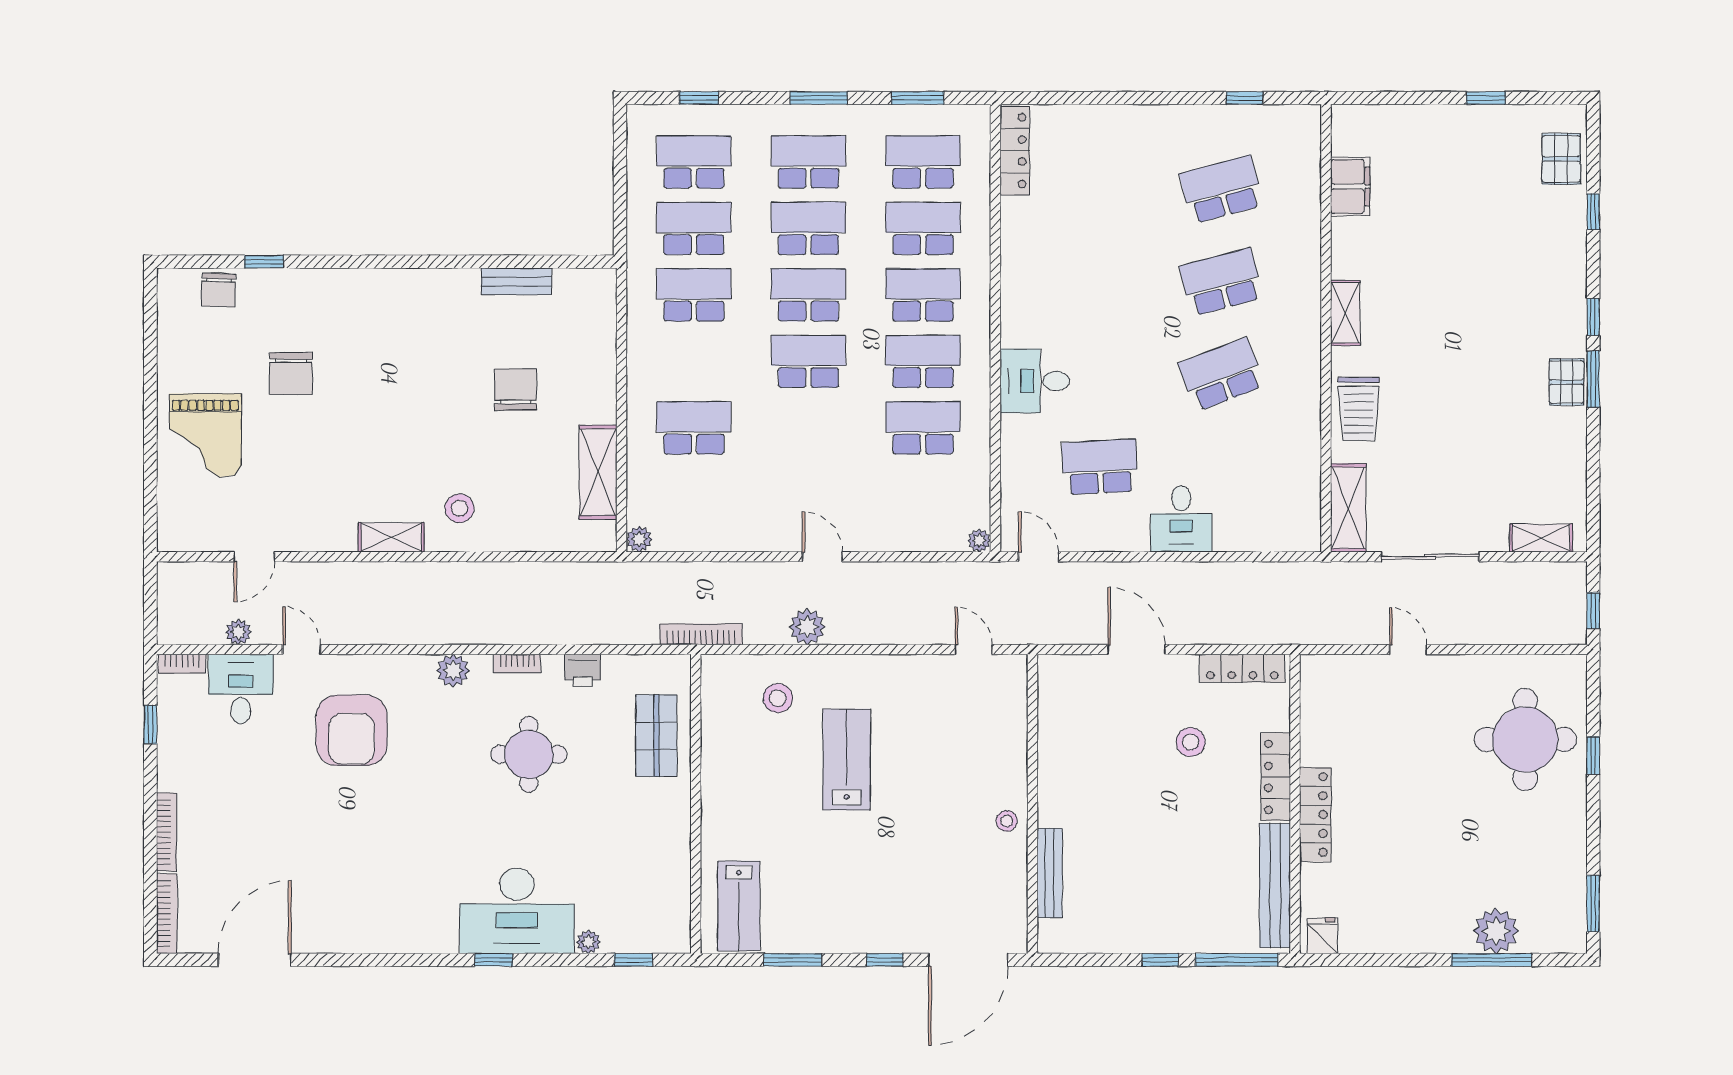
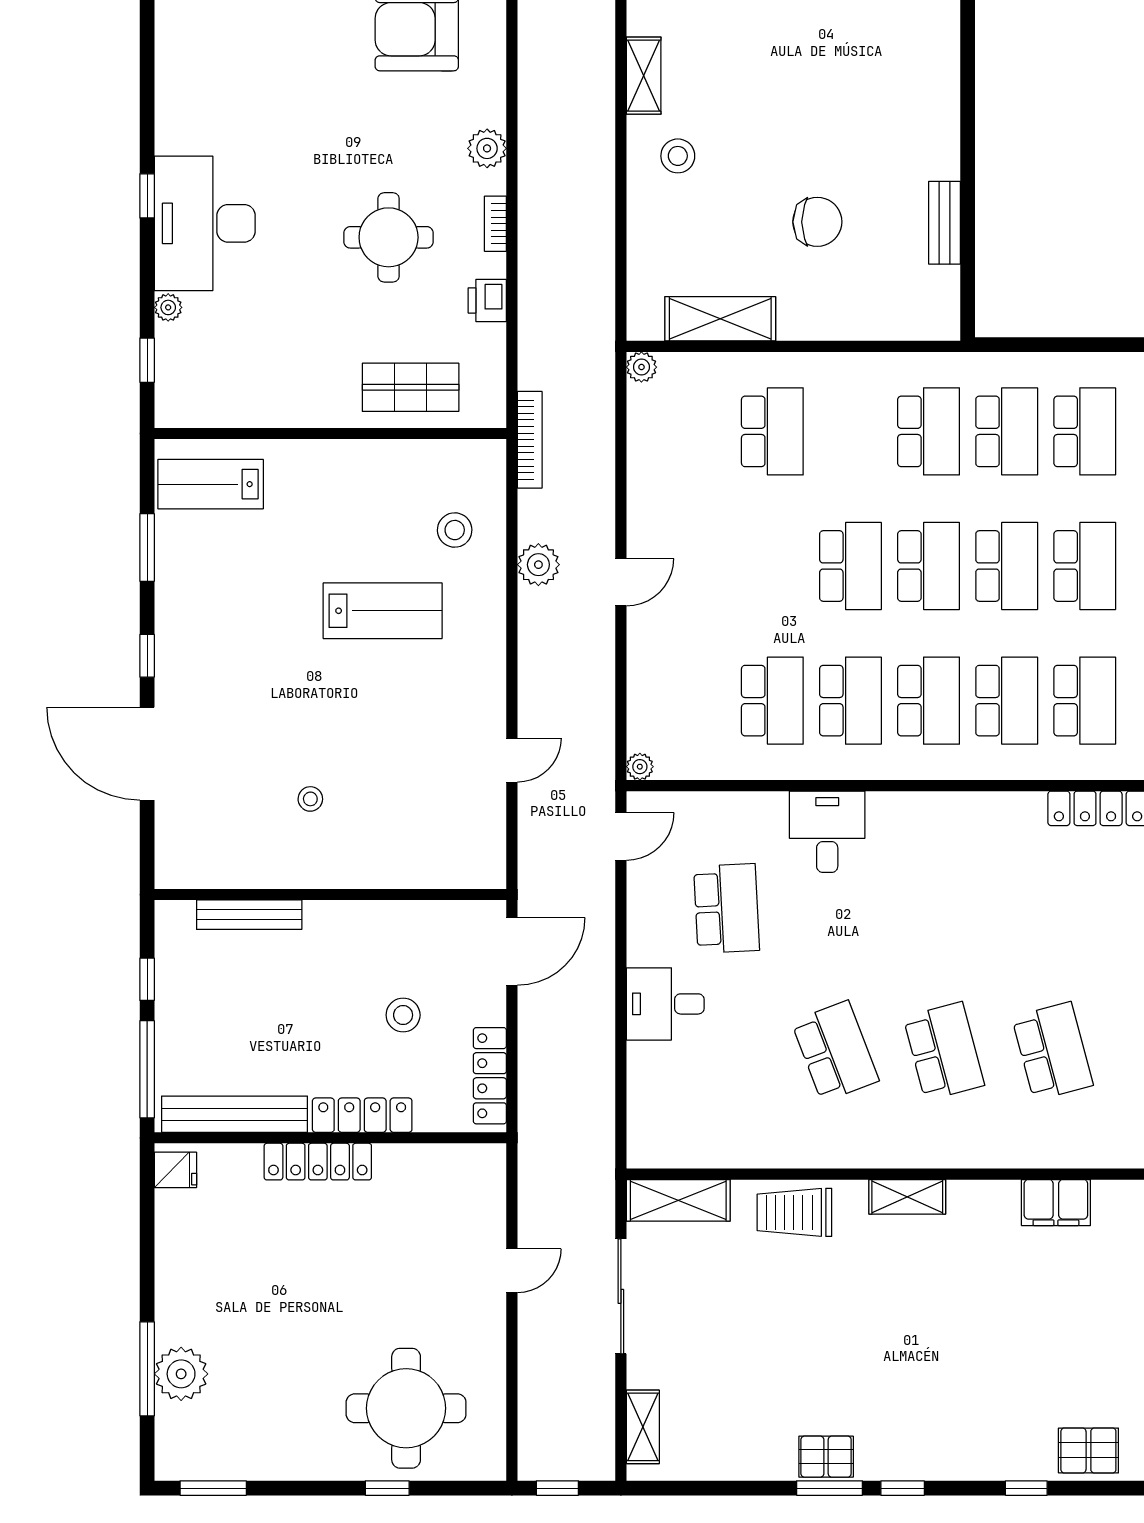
wall: (1032, 804) -> (330, 895), moved
bench: (1050, 873) -> (249, 915), moved

